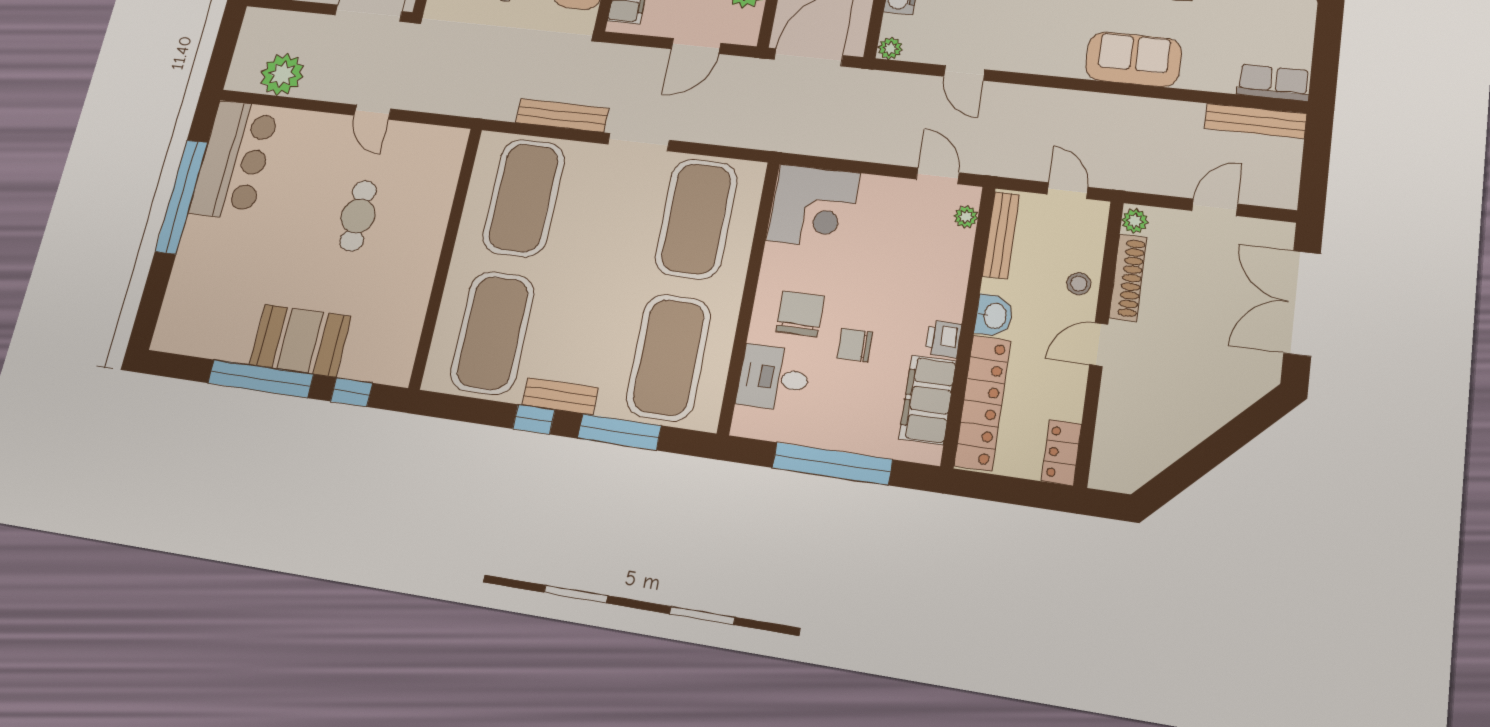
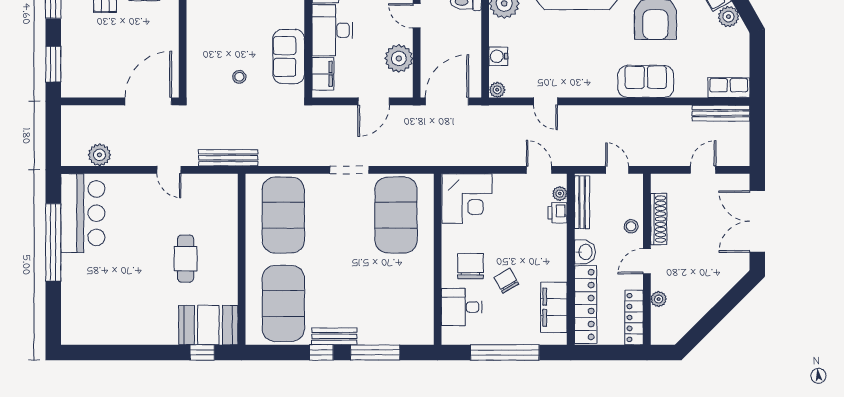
plant: (282, 74) -> (99, 155), width x0.73, depth x0.73
bench: (562, 115) -> (228, 158), moved
cafe table: (358, 216) -> (186, 259), moved
plant: (1135, 221) -> (659, 299), moved
printer: (943, 339) -> (558, 213), moved
booth: (300, 340) -> (208, 325), moved
chair: (855, 345) -> (506, 281), turned 60
exercise mat: (669, 357) -> (396, 303), removed
window: (260, 379) -> (141, 352), removed
locker: (1062, 453) -> (634, 317), width x1.53

